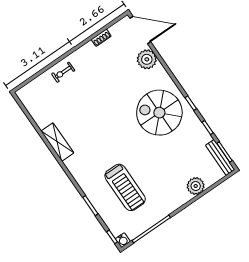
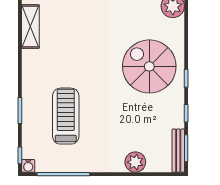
treadmill: (125, 187) -> (66, 116), turned 180

